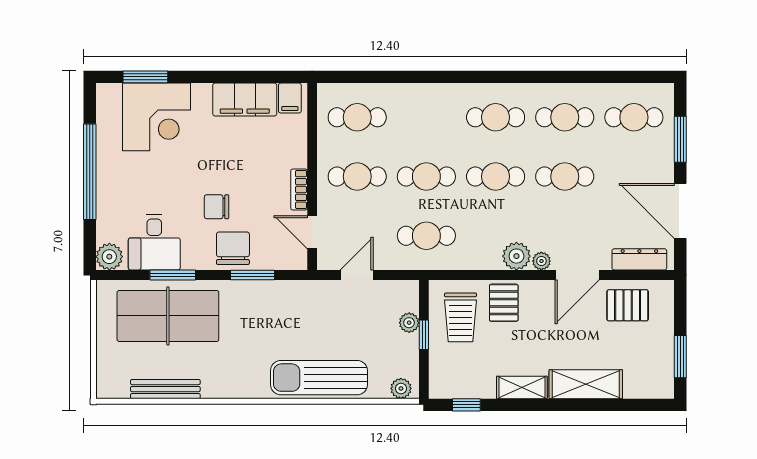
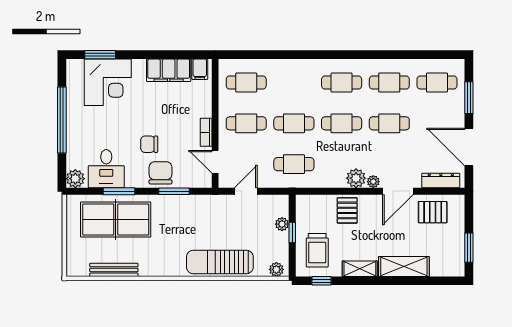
trolley: (460, 317) -> (317, 250), moved

